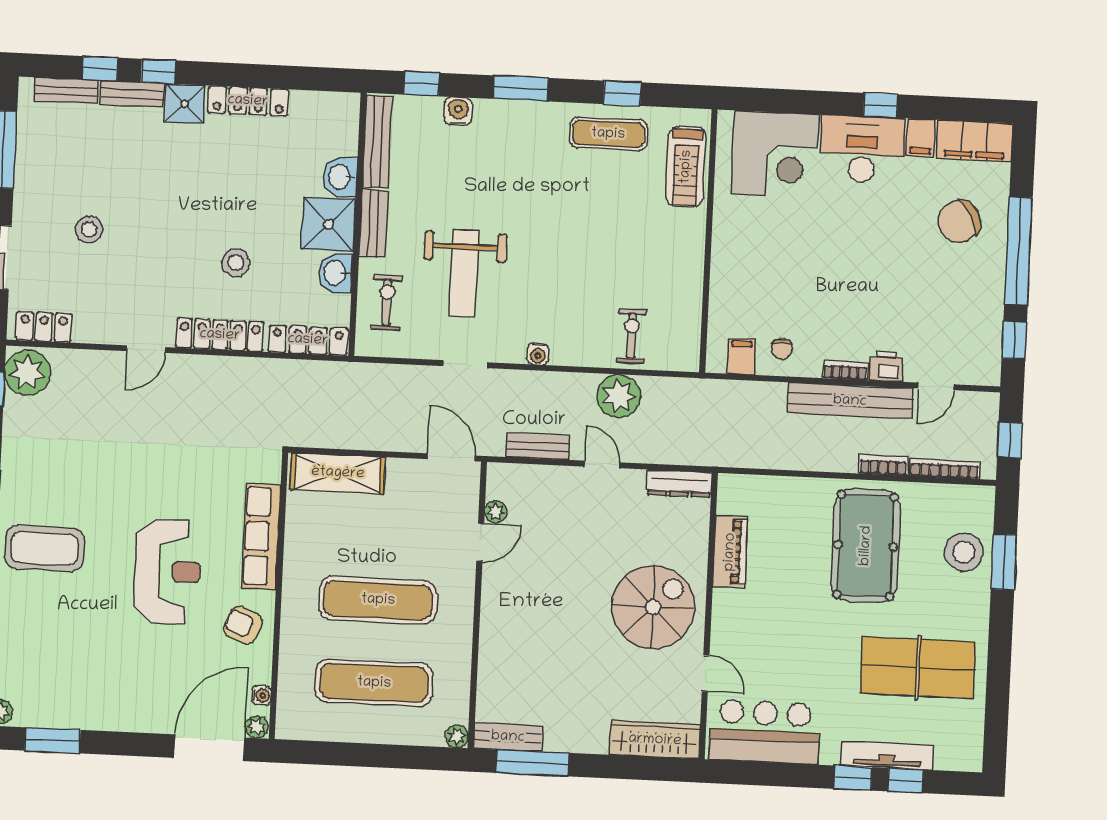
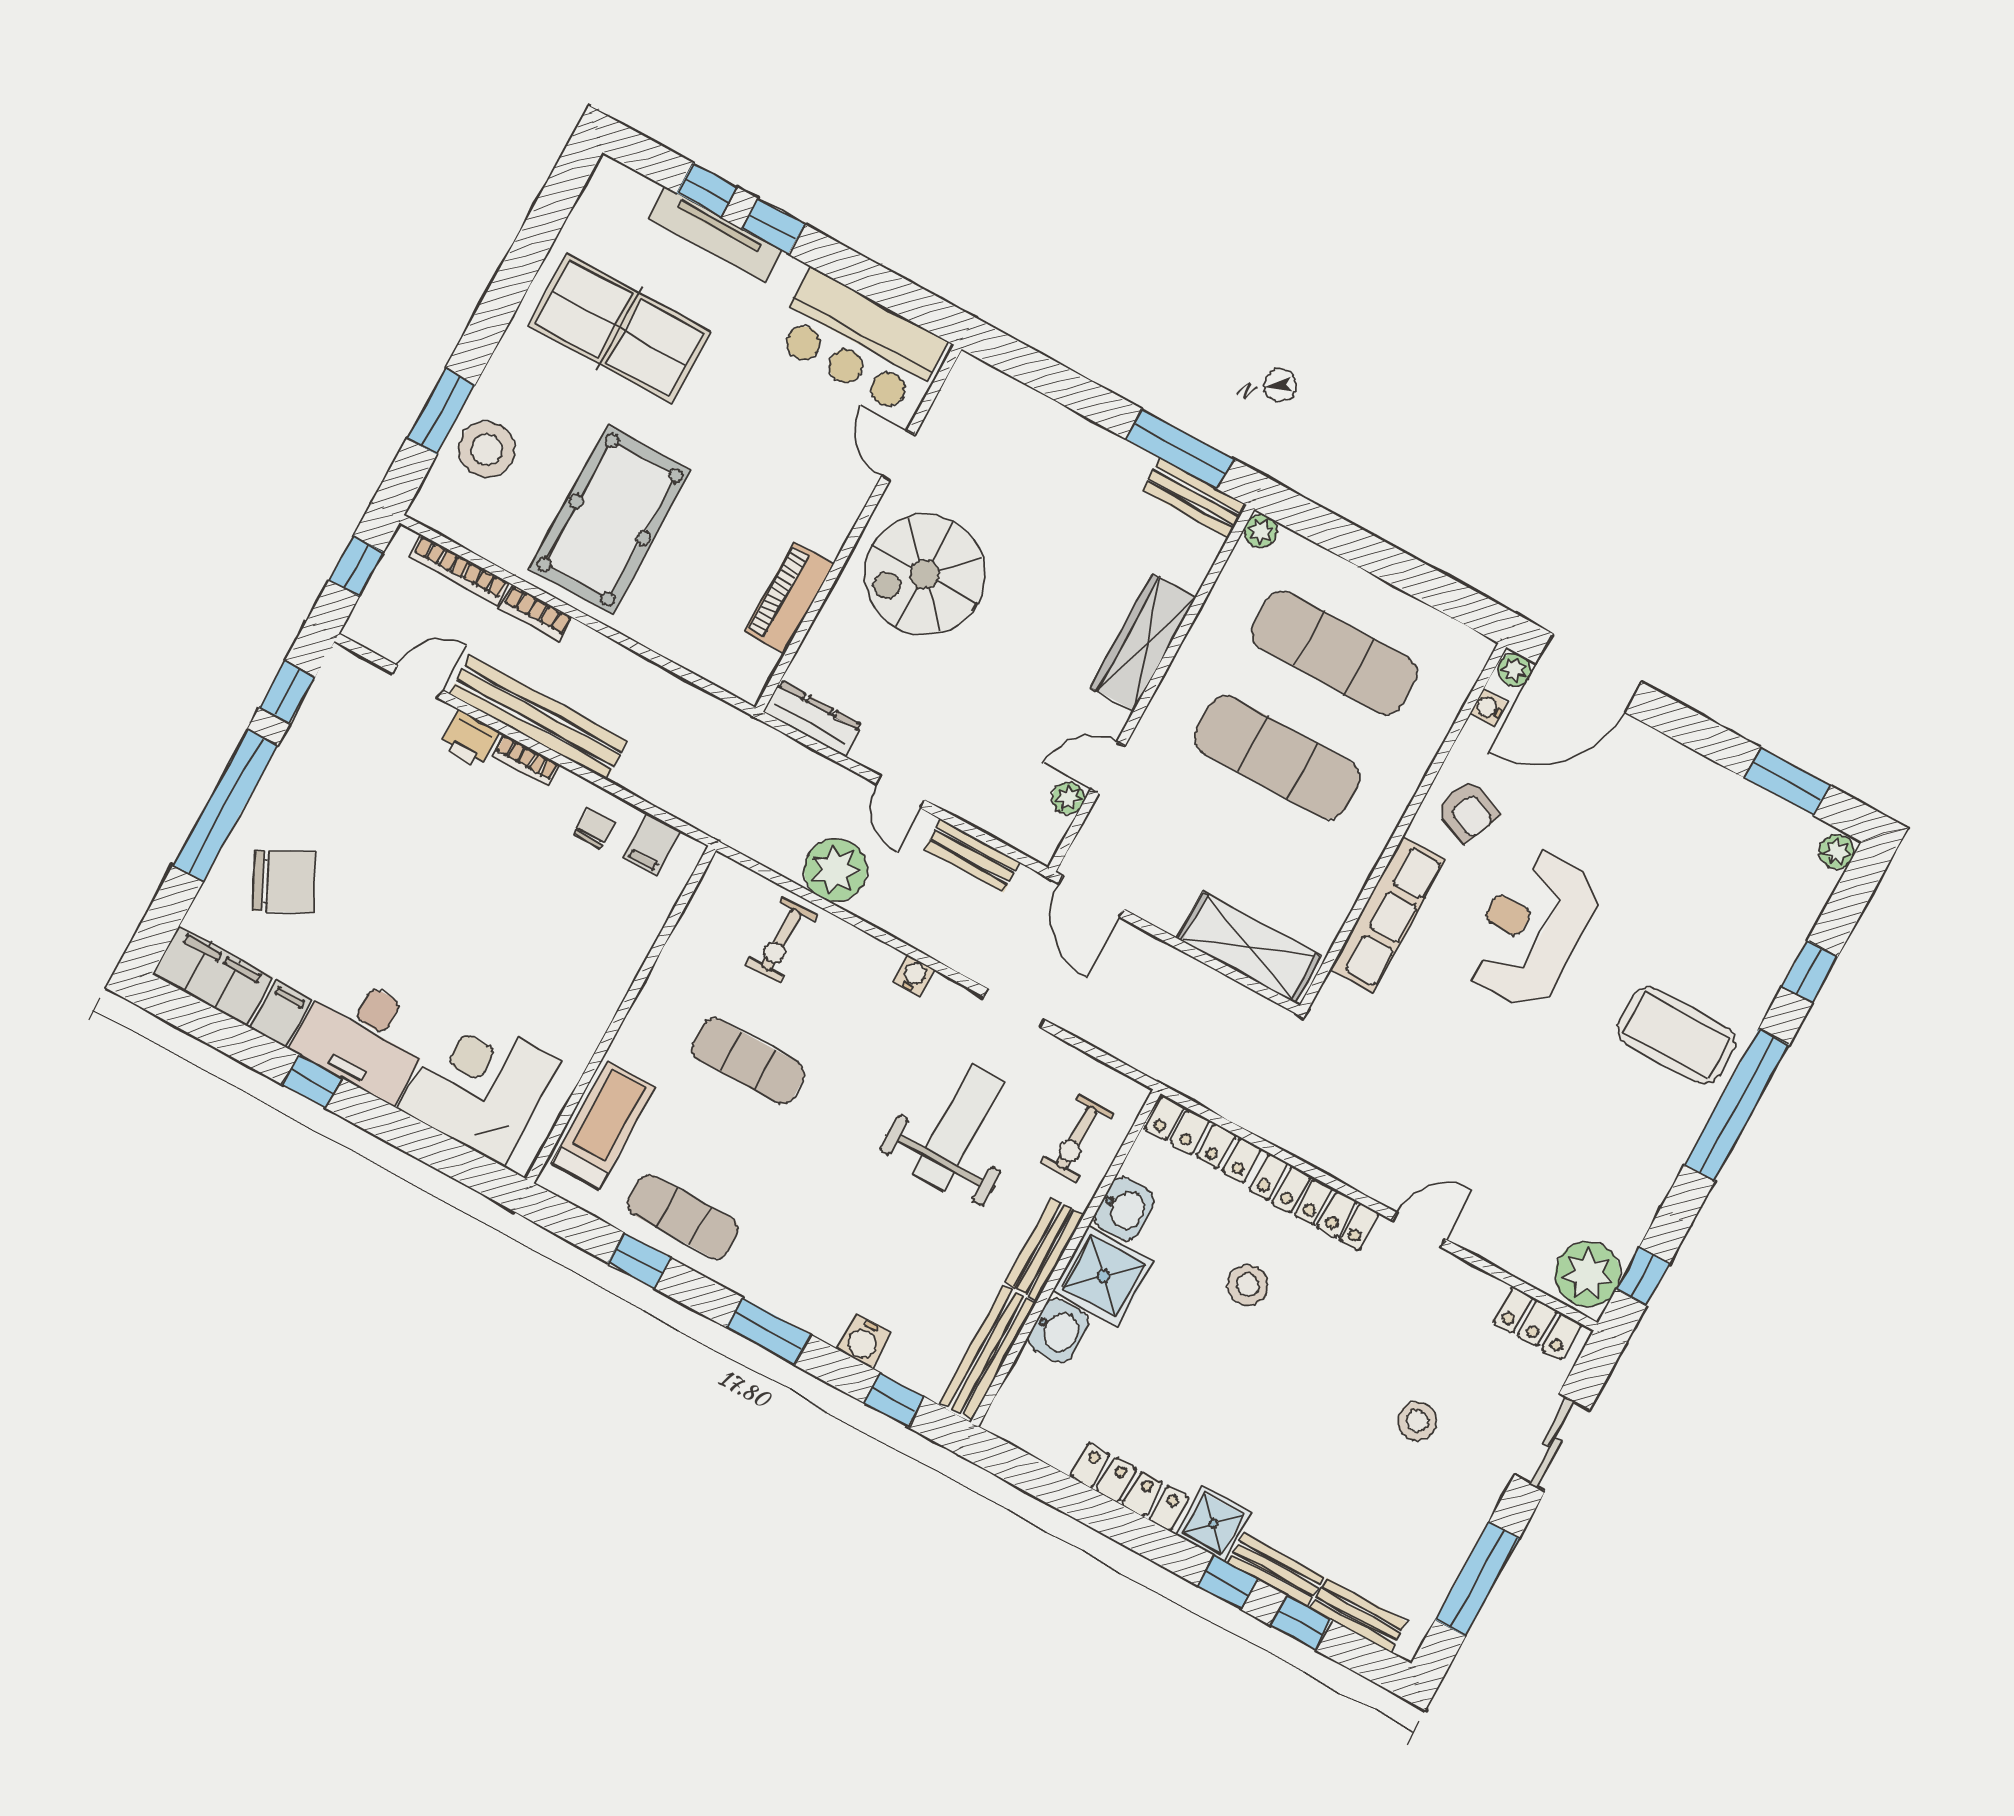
exercise mat: (615, 250) -> (748, 1061), added
wardrobe: (655, 740) -> (1143, 642), moved, turned 90

